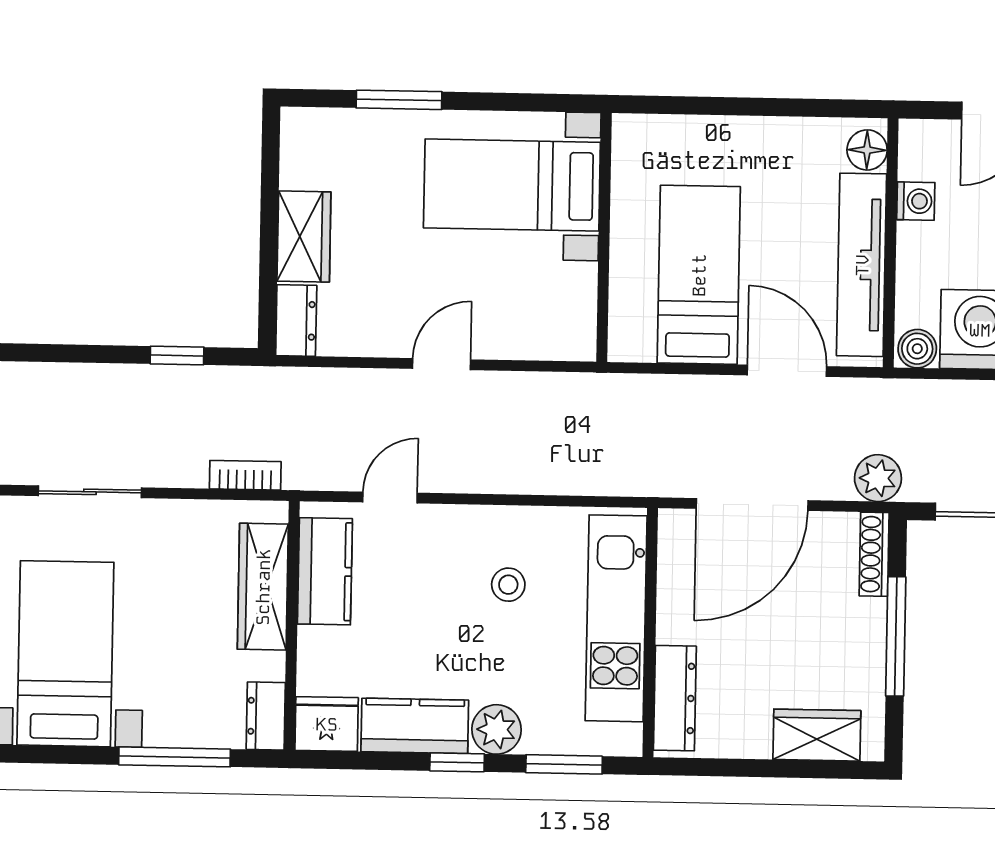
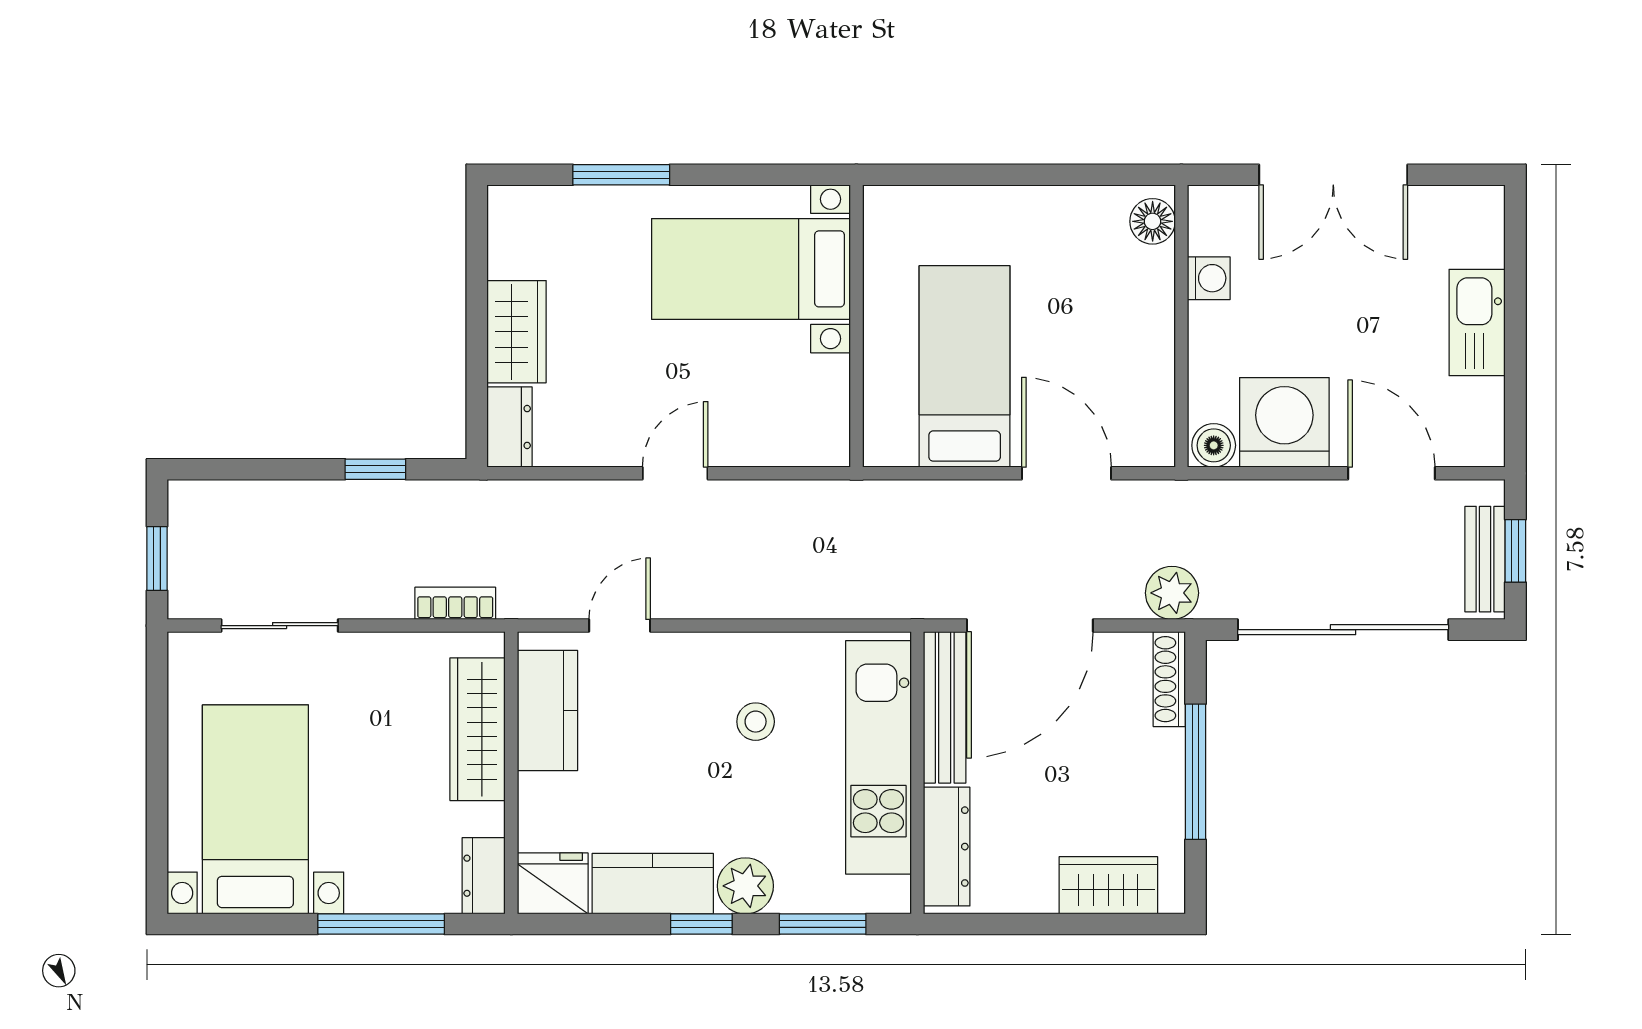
tv unit: (862, 265) -> (1149, 352), removed
bench: (675, 575) -> (945, 707), added

